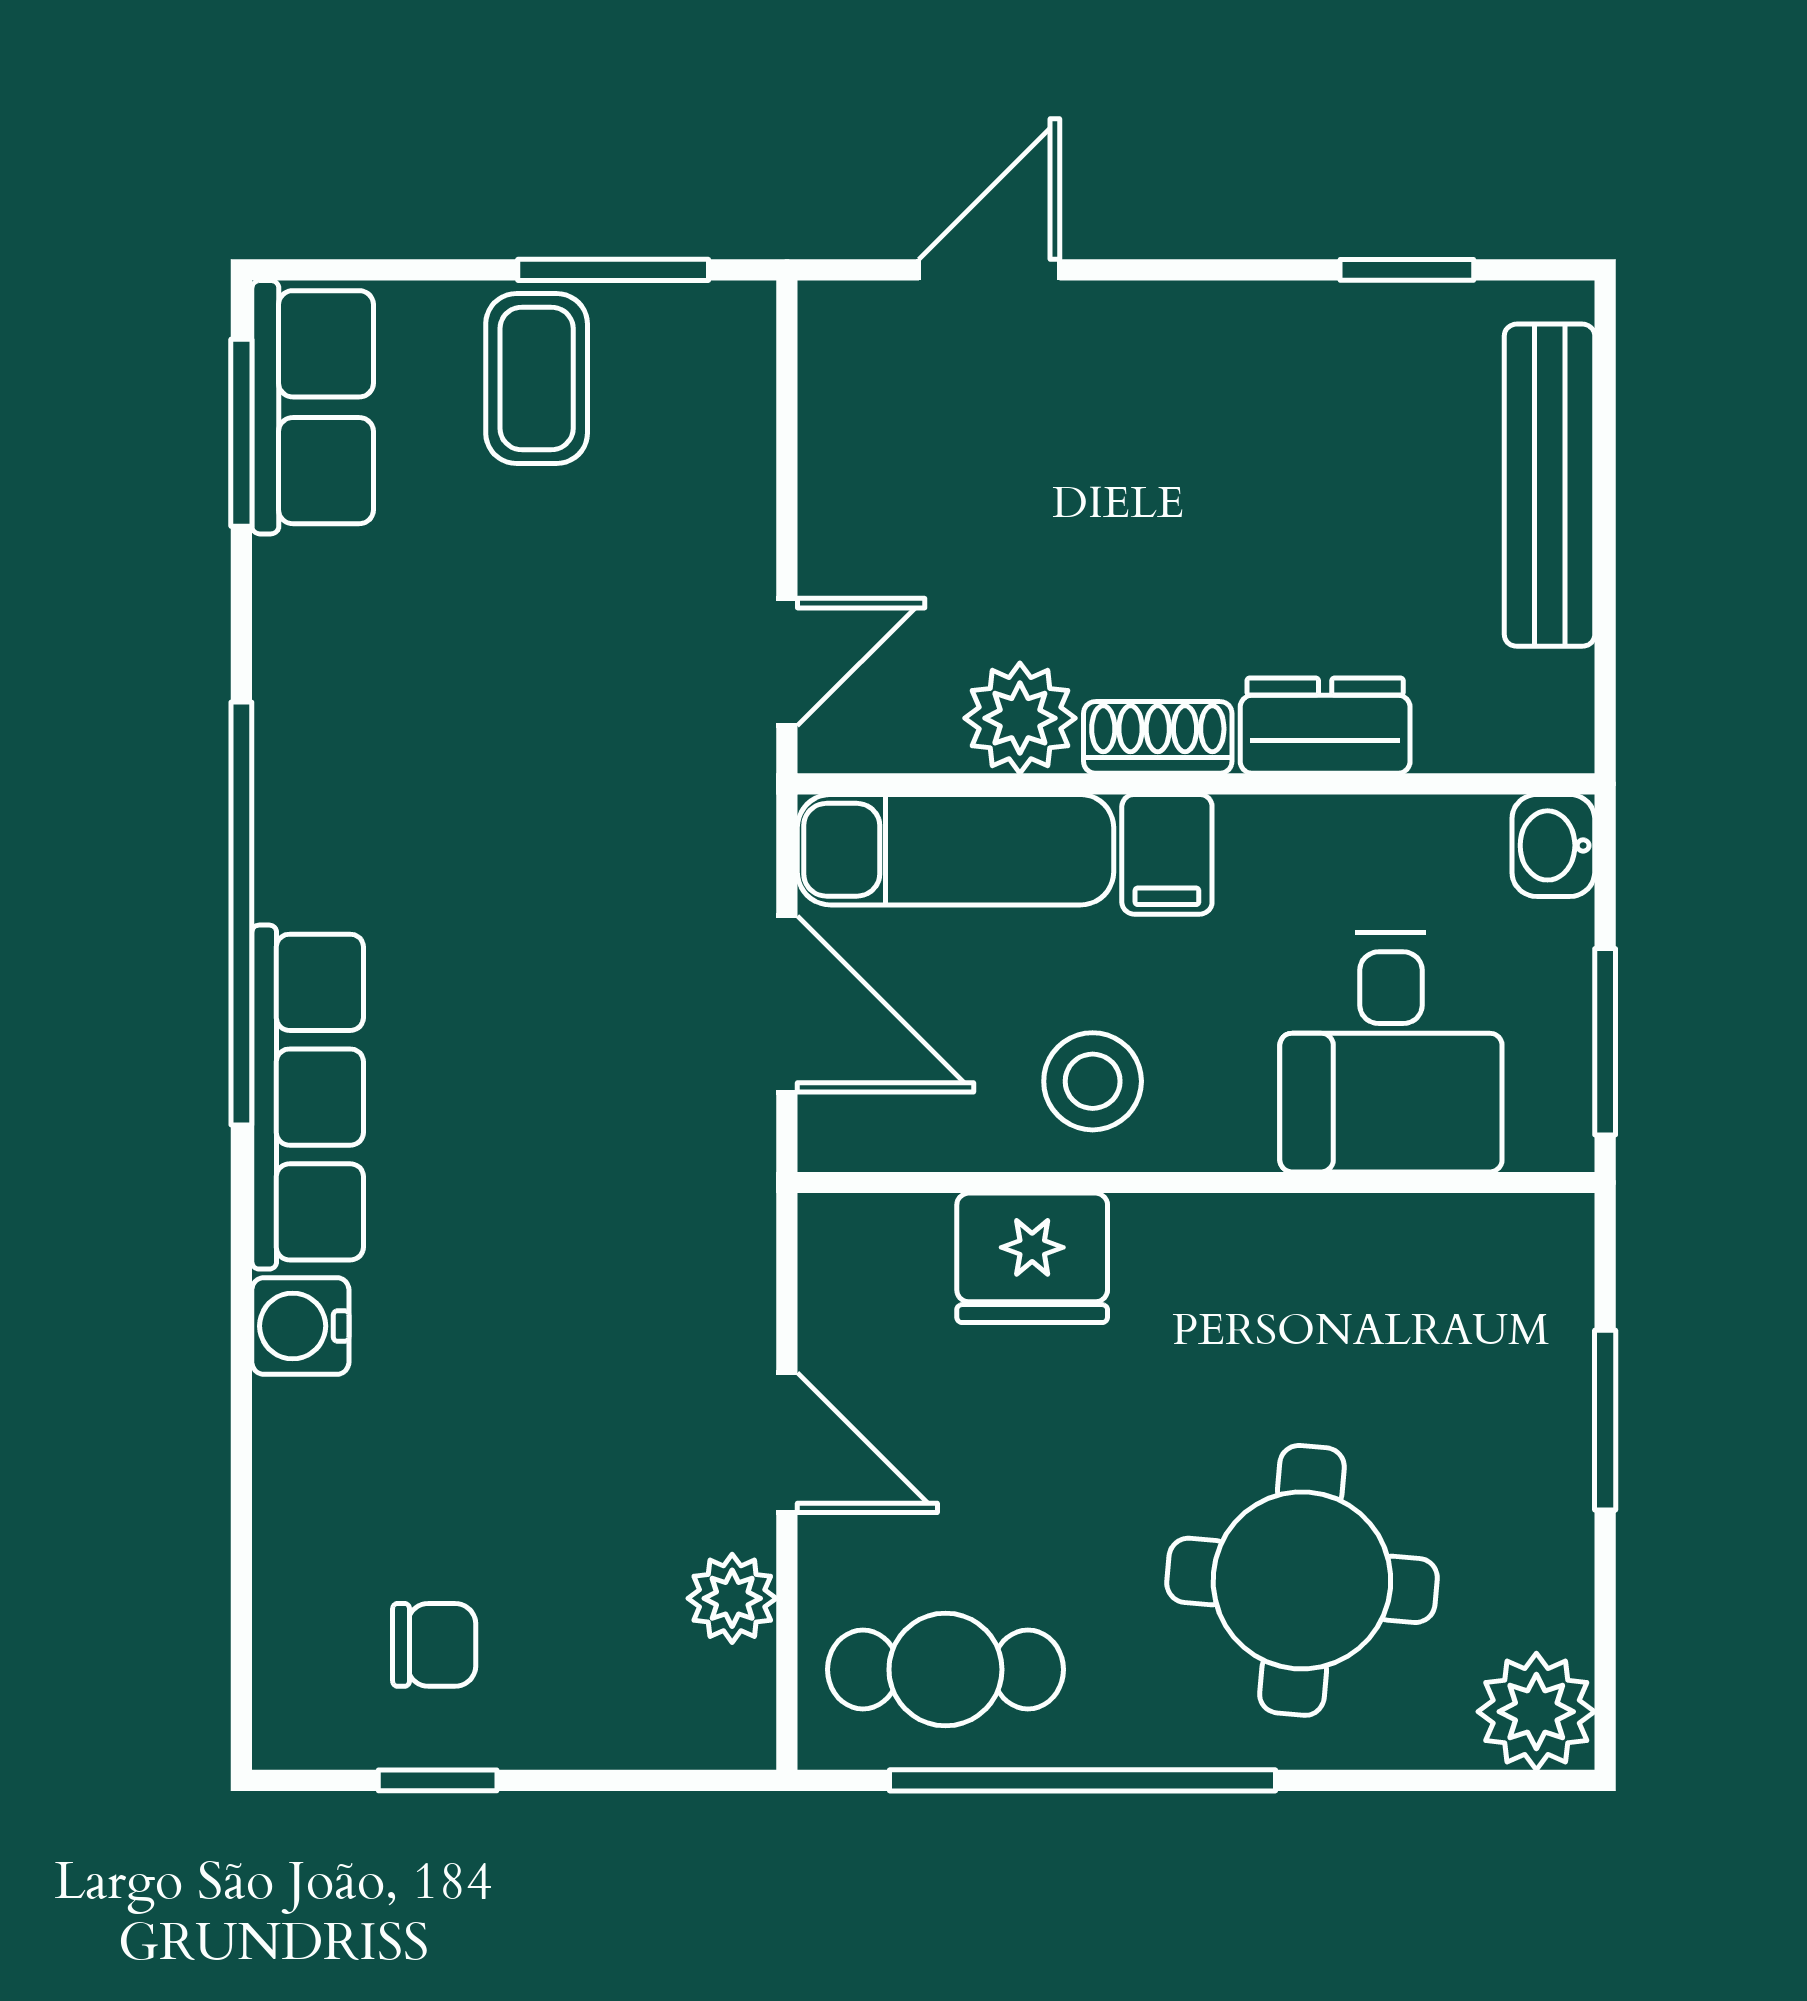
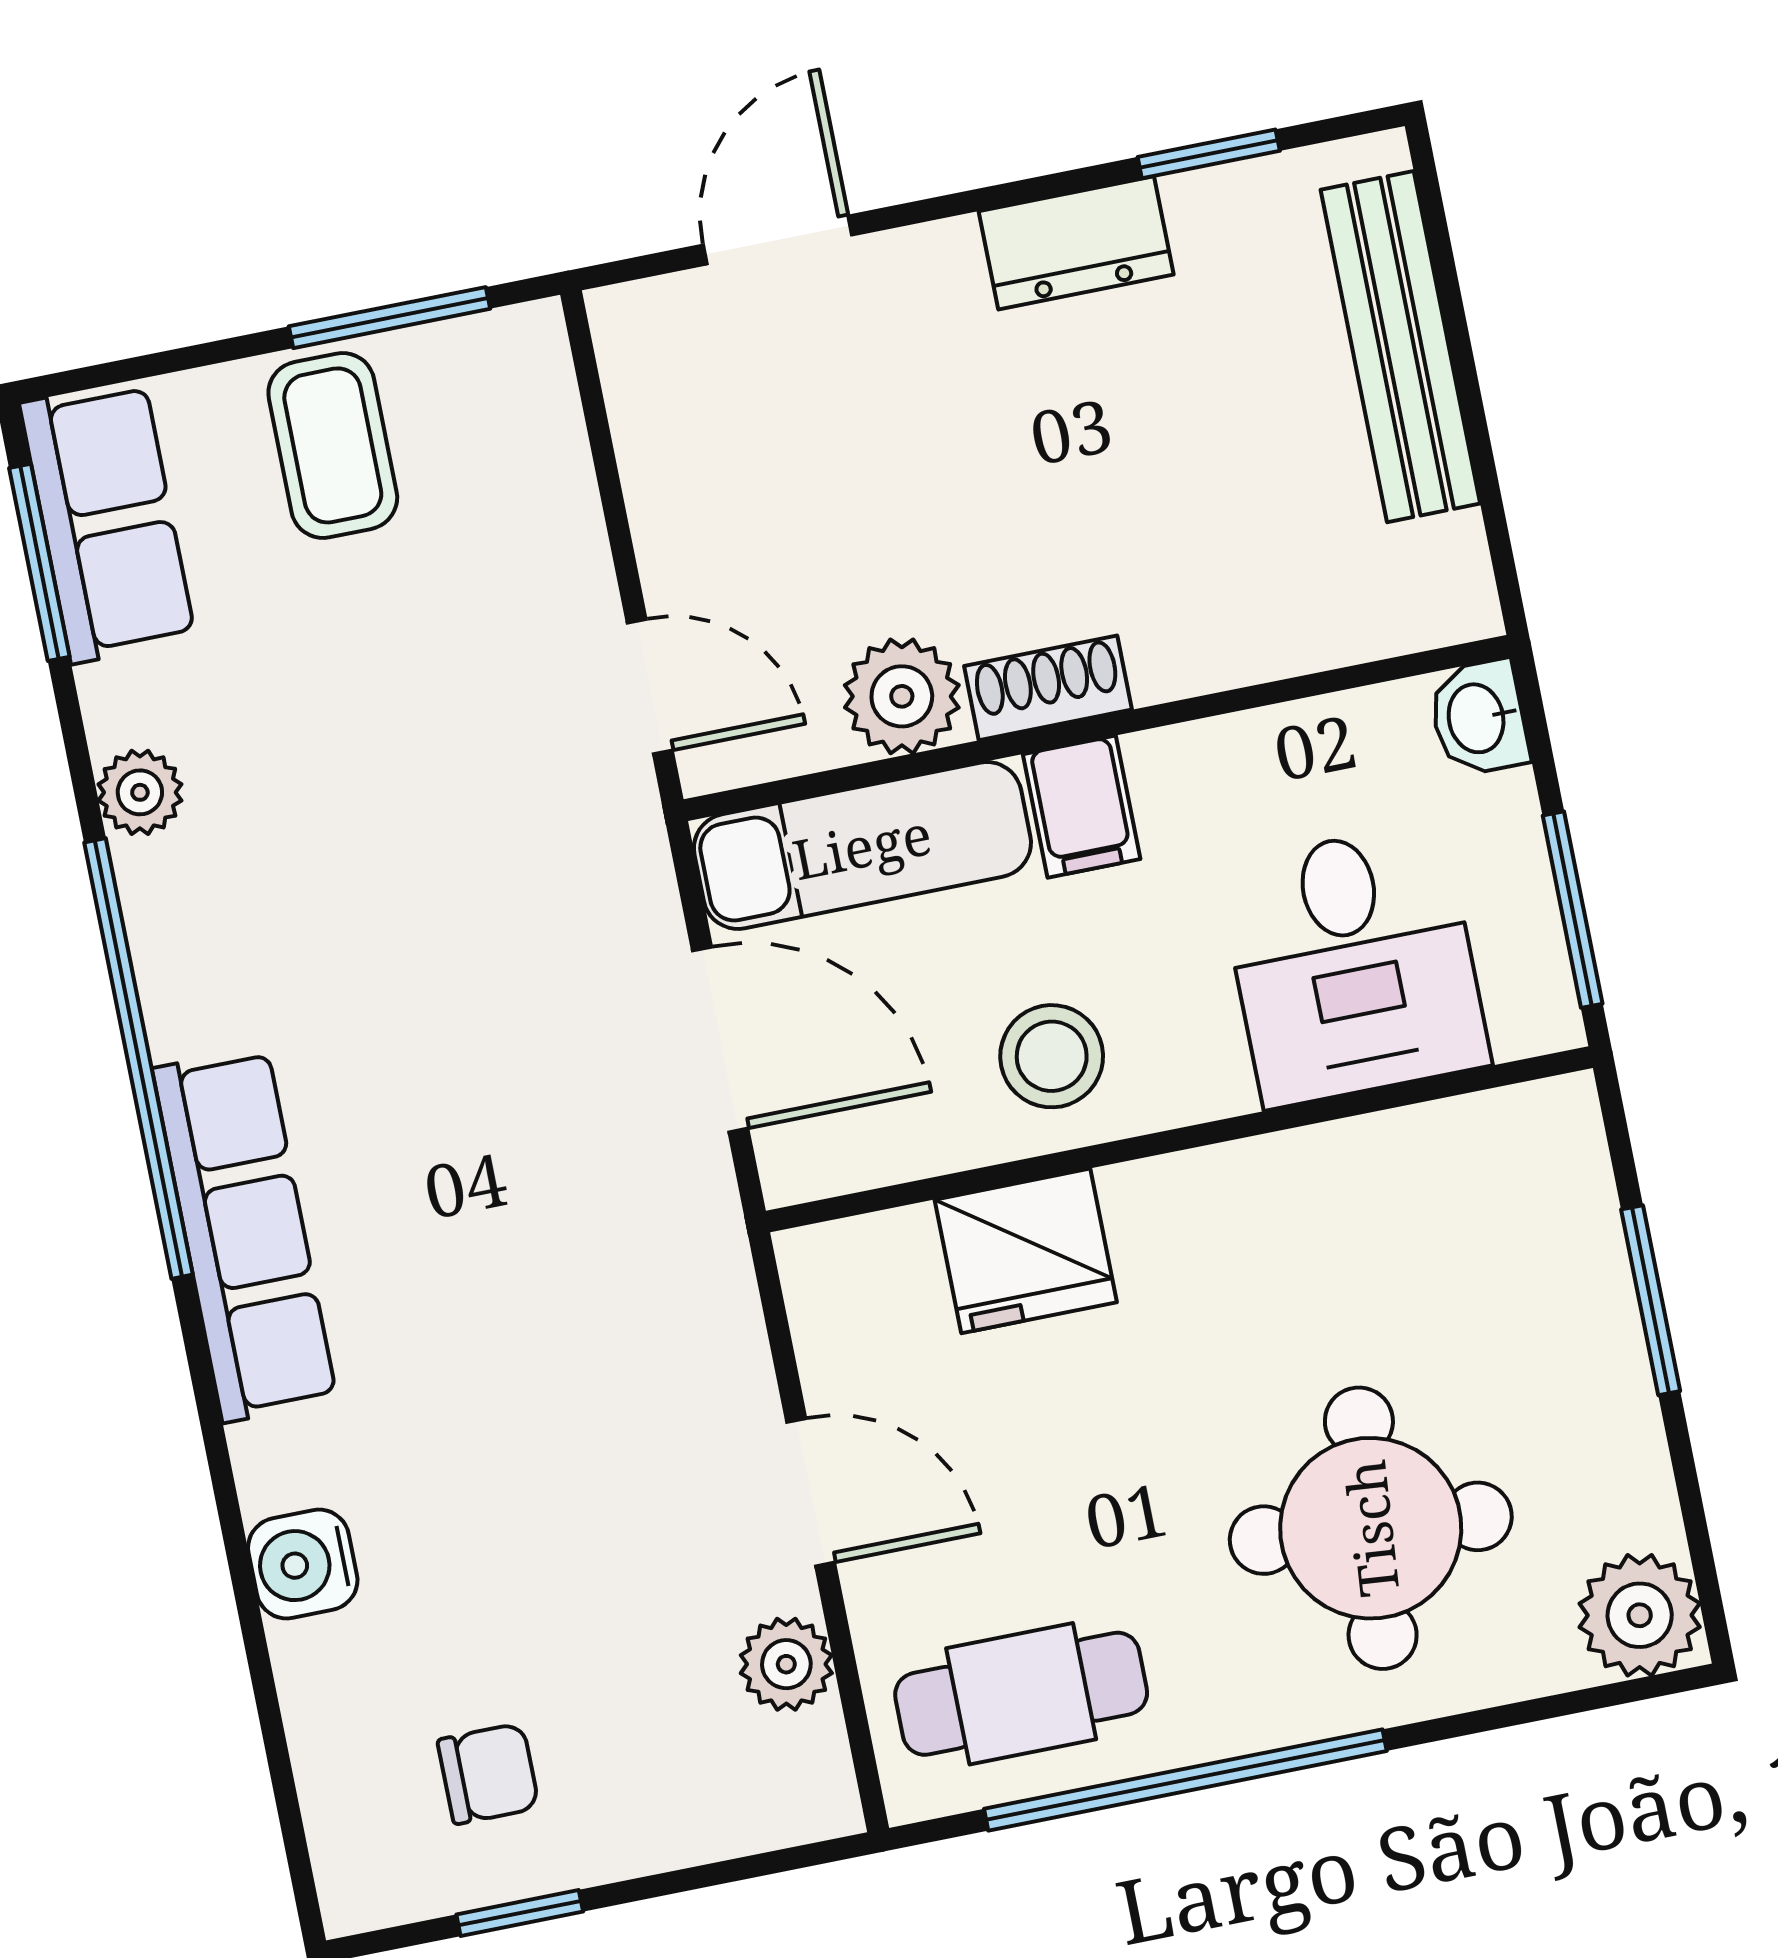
door: (787, 662) -> (650, 687), hinge flipped
plant: (292, 666) -> (140, 792), added
dresser: (1325, 726) -> (1076, 243), moved, turned 180
water cooler: (300, 1326) -> (303, 1564), moved

